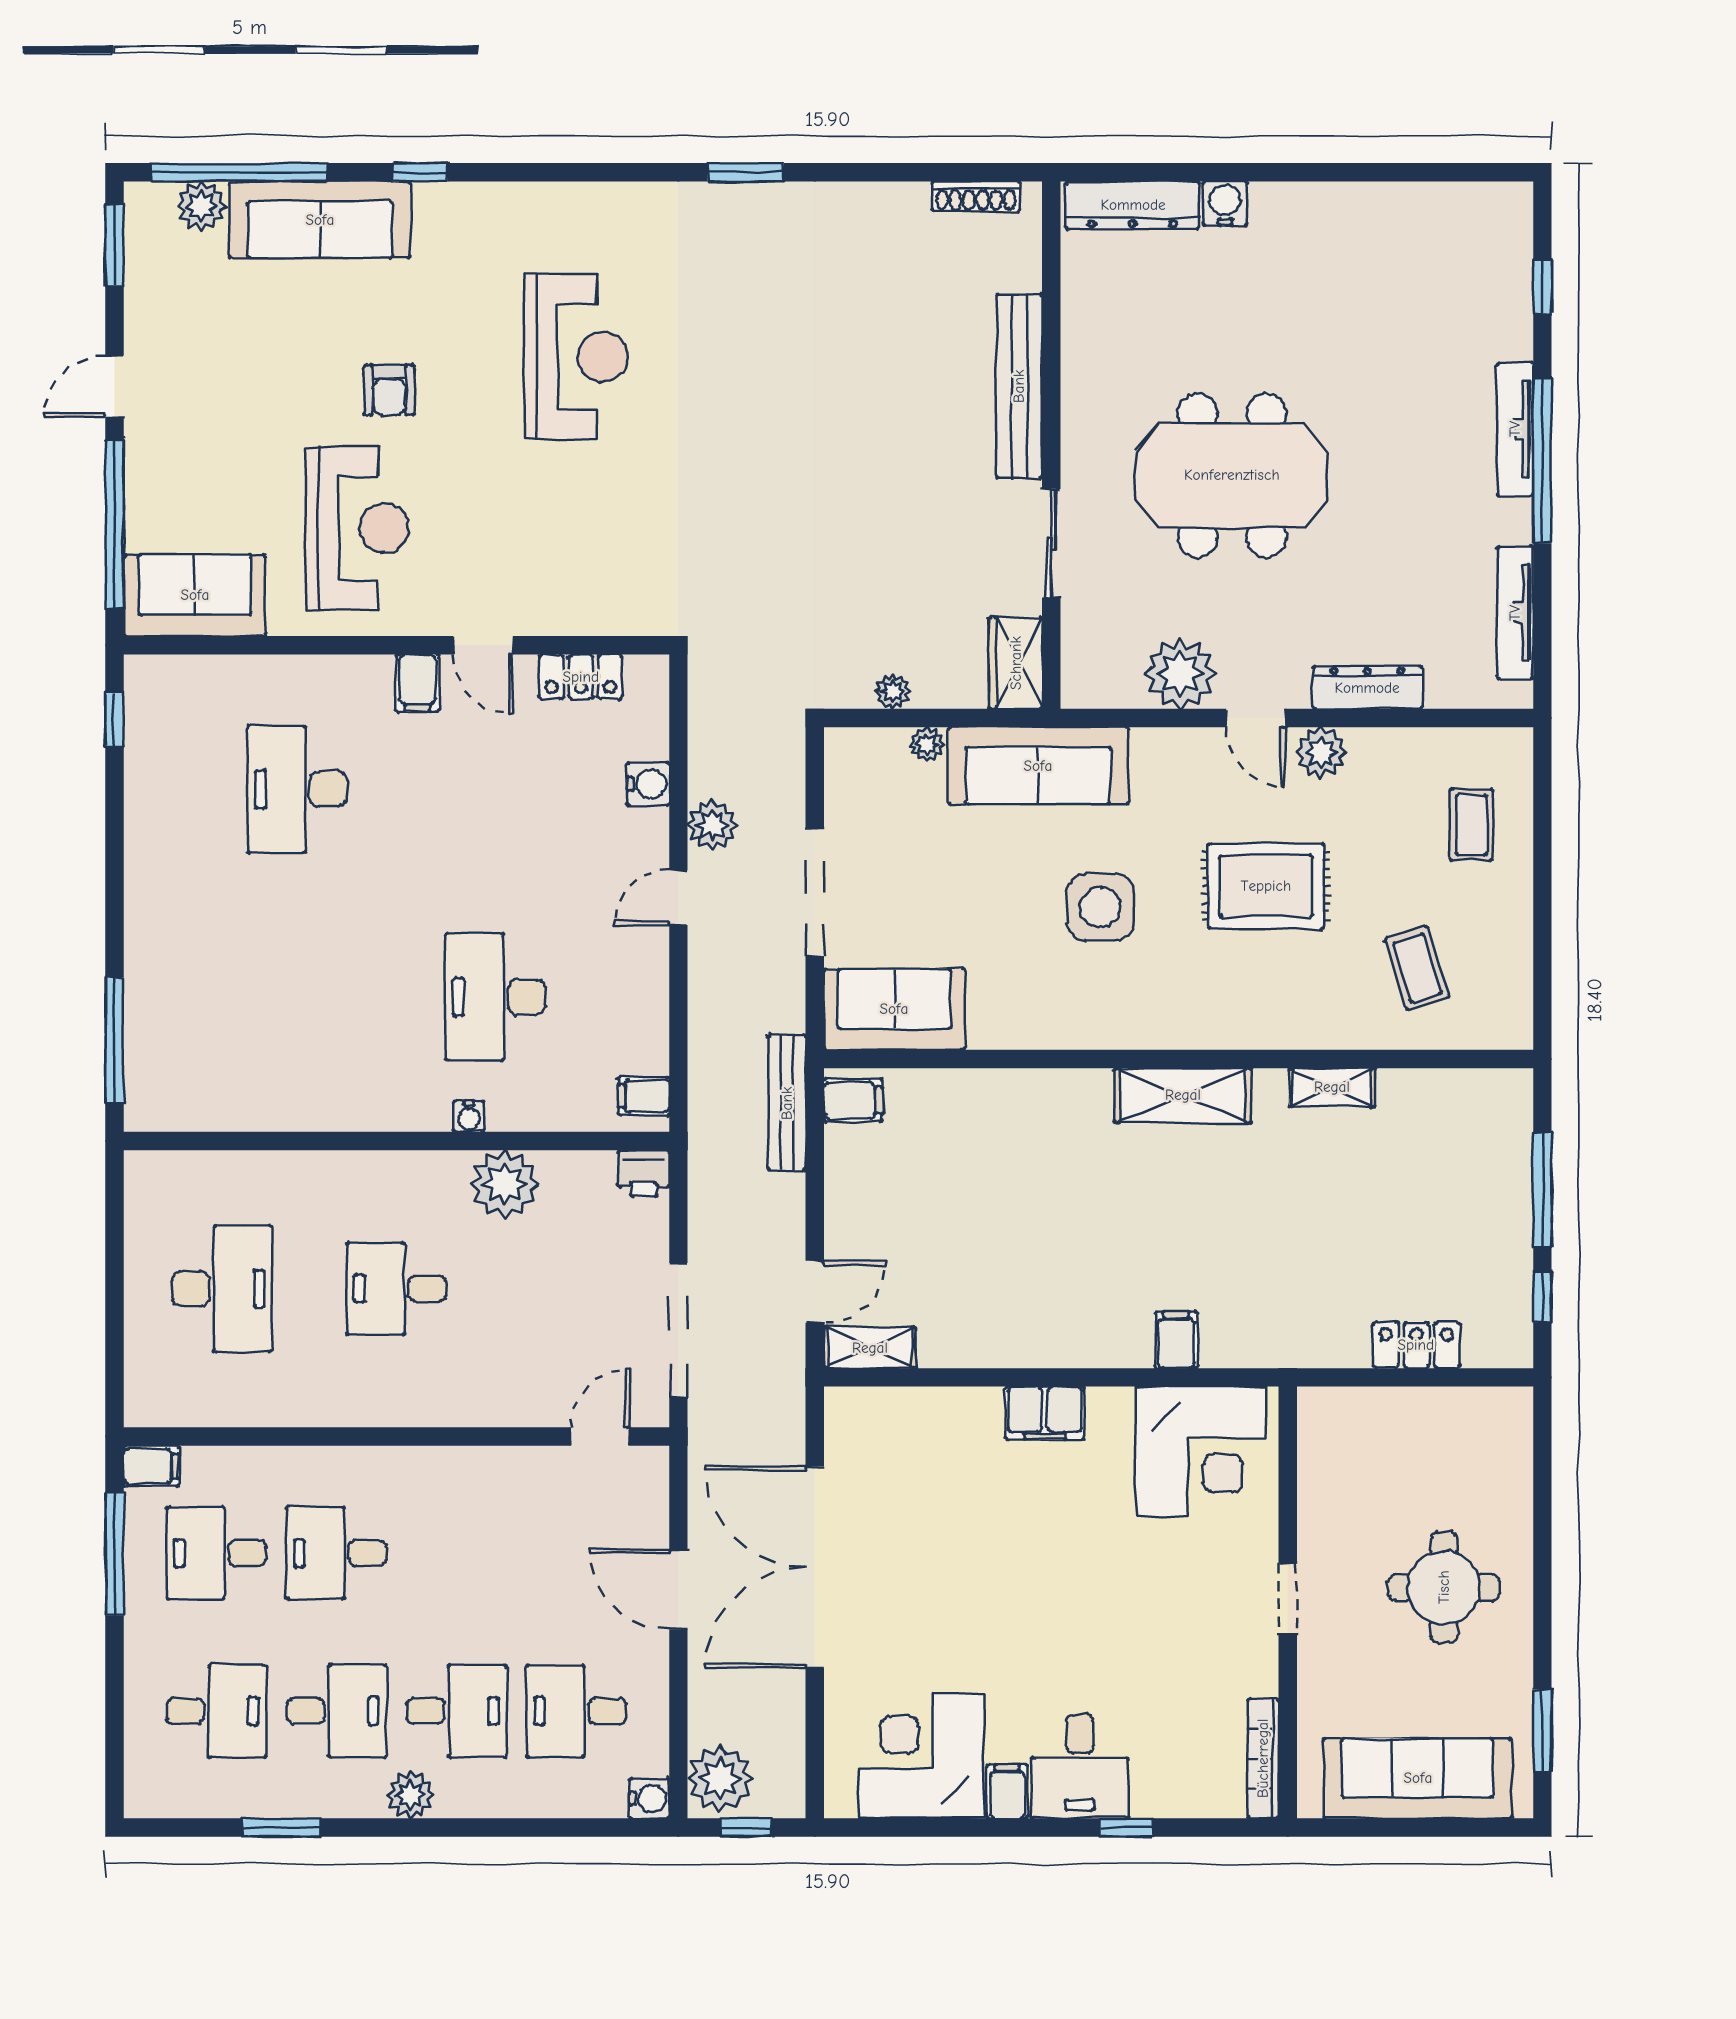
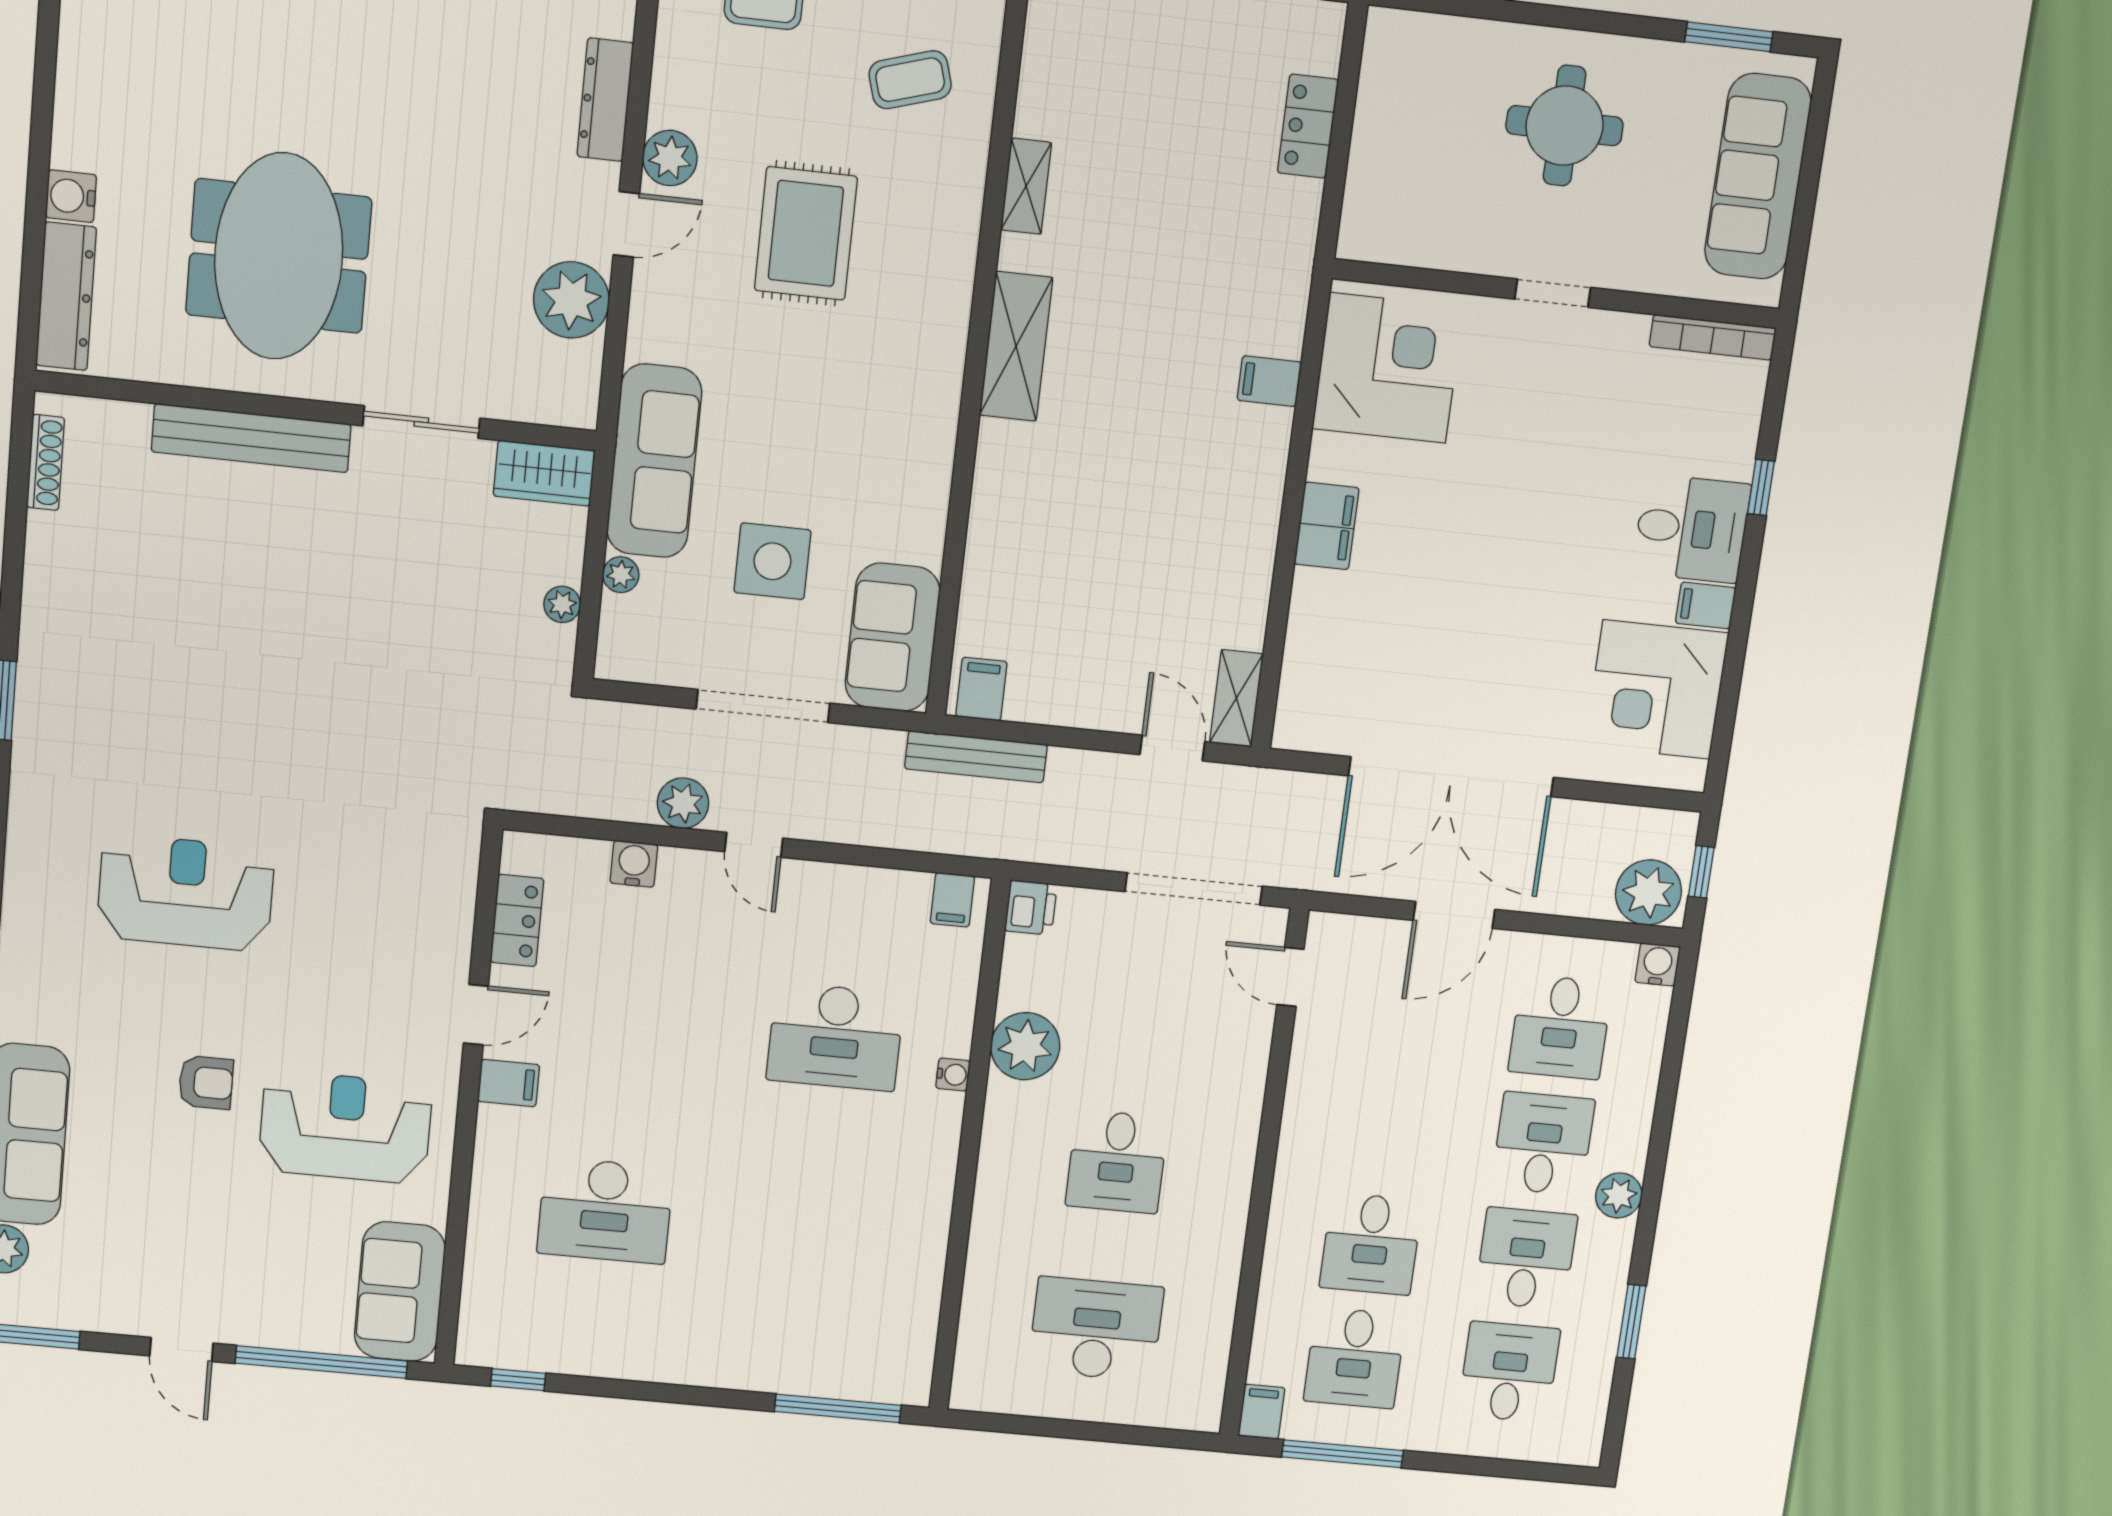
meeting table: (1232, 475) -> (279, 256), moved
side table: (1100, 907) -> (772, 561), moved

